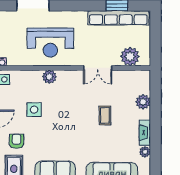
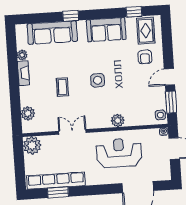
plant: (130, 56) -> (32, 145), moved
plant: (143, 102) -> (28, 113), moved
side table: (34, 110) -> (98, 80), moved

